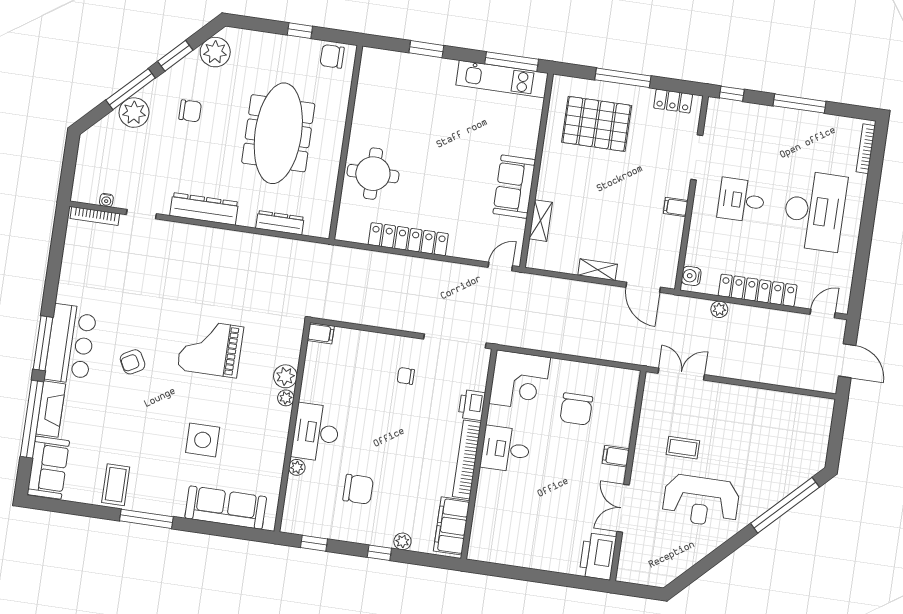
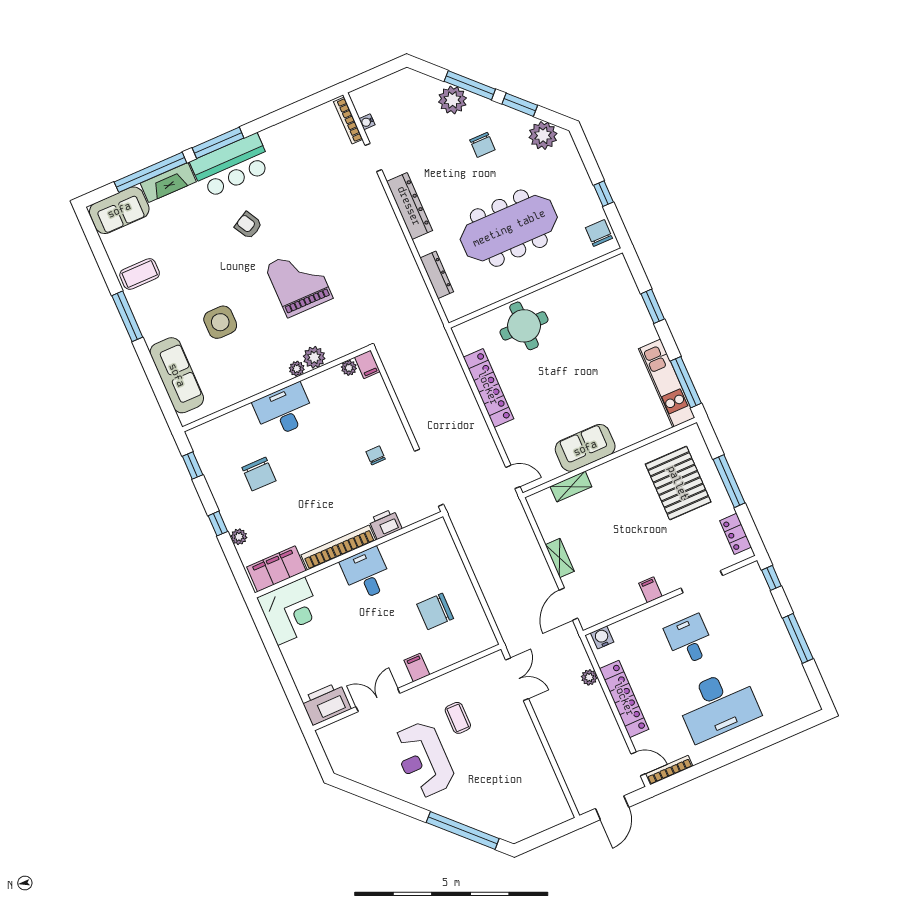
bookcase: (866, 149) -> (669, 770), moved
corner desk: (520, 380) -> (291, 611), moved, turned -90
plant: (297, 467) -> (349, 368), moved

